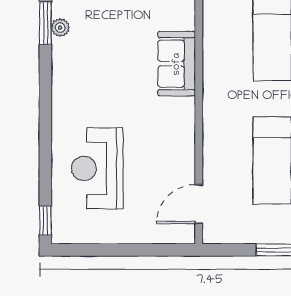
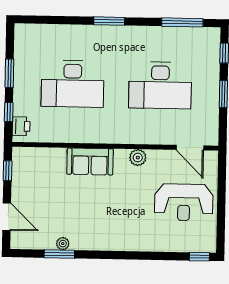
plant: (183, 131) -> (138, 158), added
reception desk: (97, 168) -> (184, 202), moved

